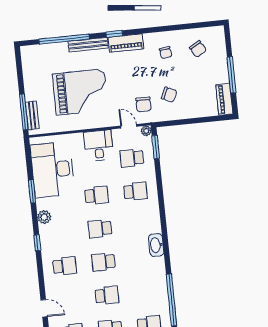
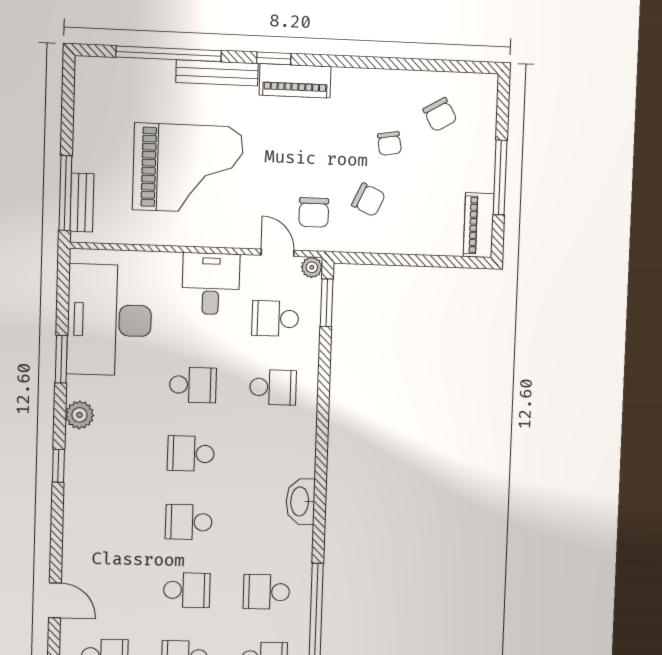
chair: (166, 53) -> (389, 143), moved
school desk: (65, 266) -> (266, 592), moved, turned 180

